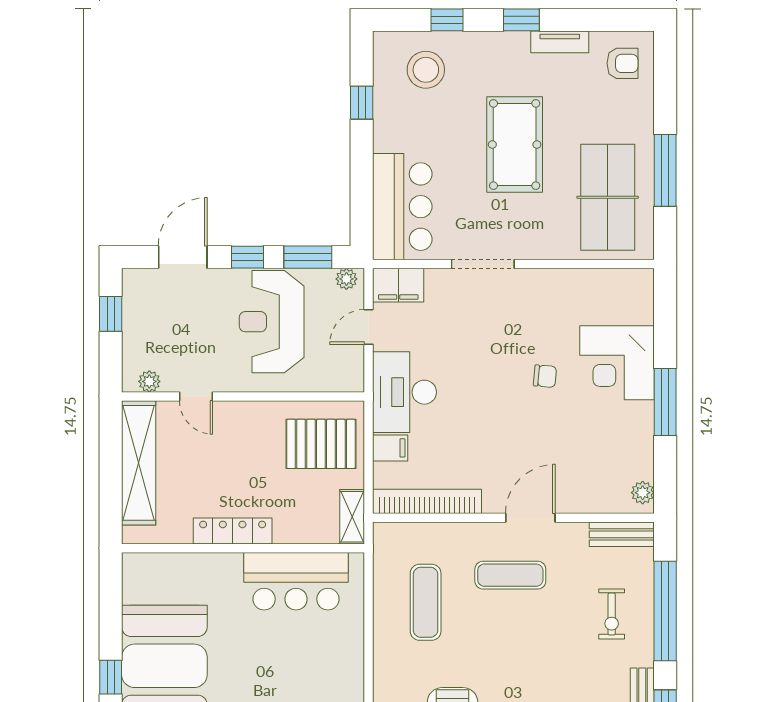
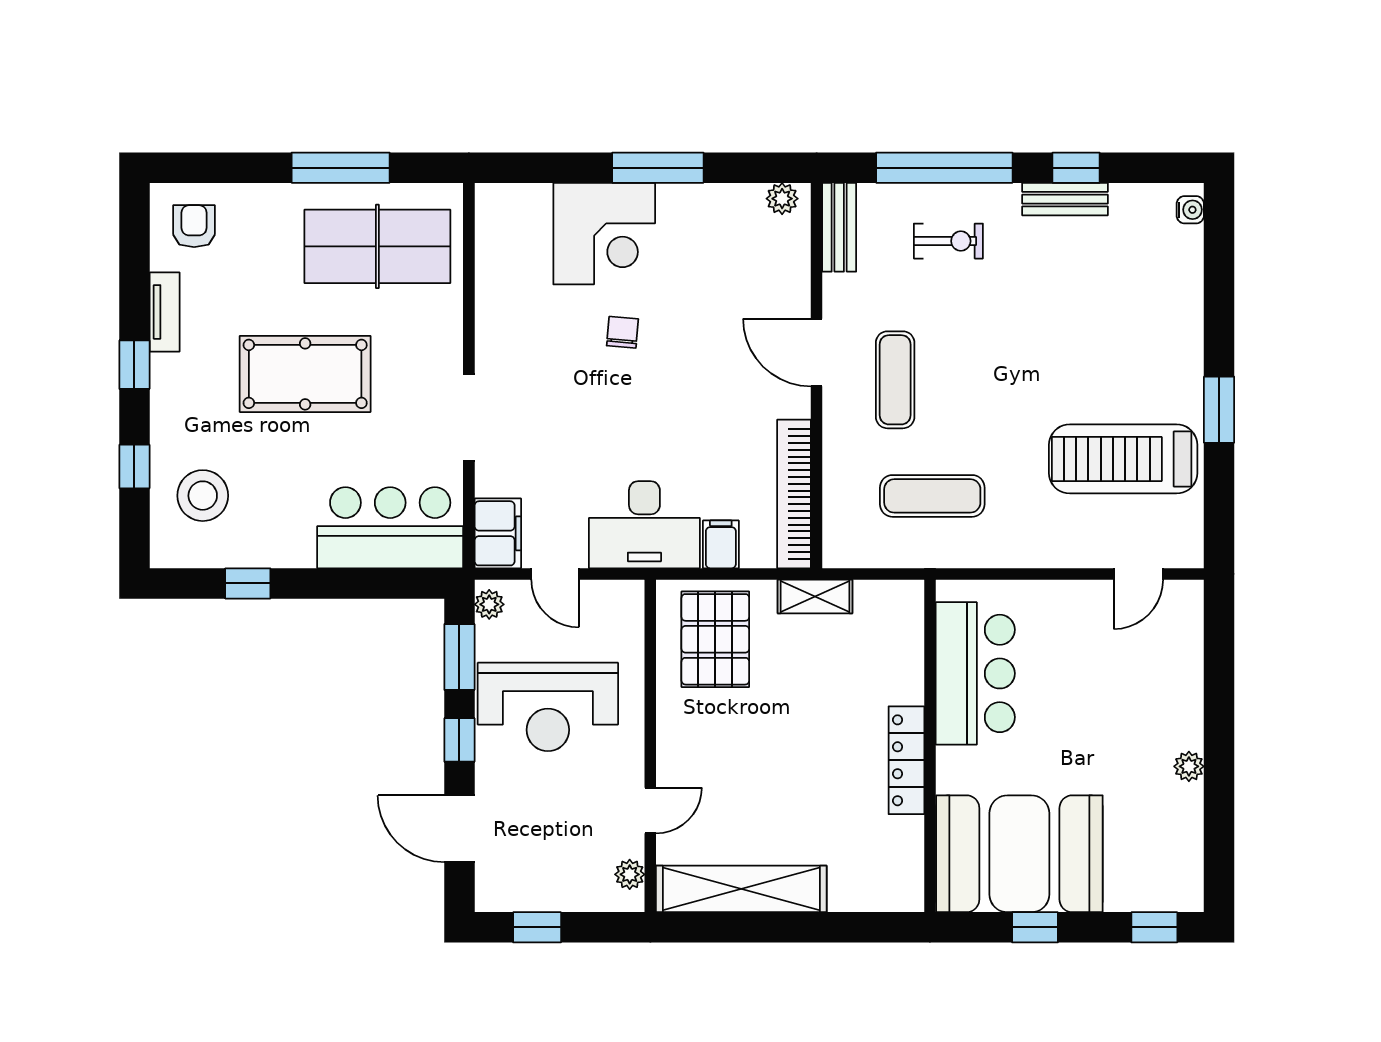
locker: (233, 531) -> (906, 760), moved
wall: (243, 548) -> (930, 746), moved
bar counter: (296, 581) -> (975, 673), moved

